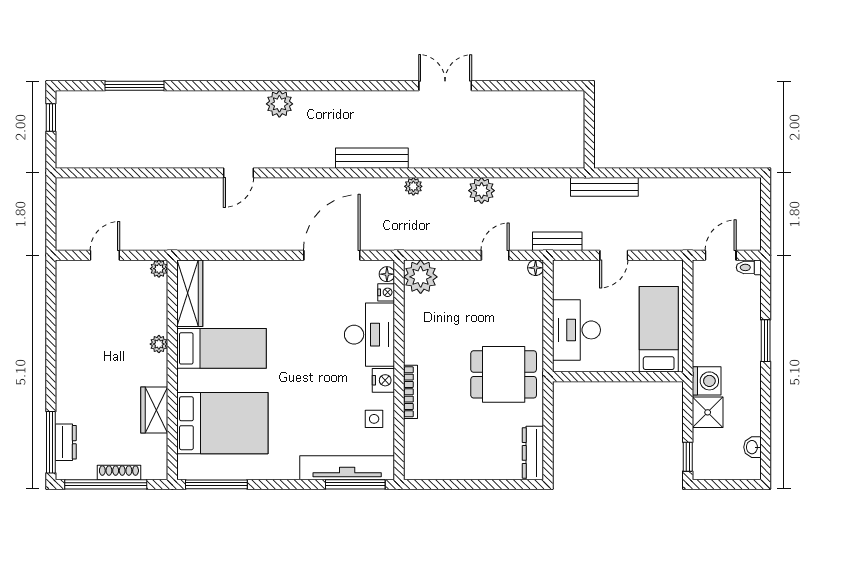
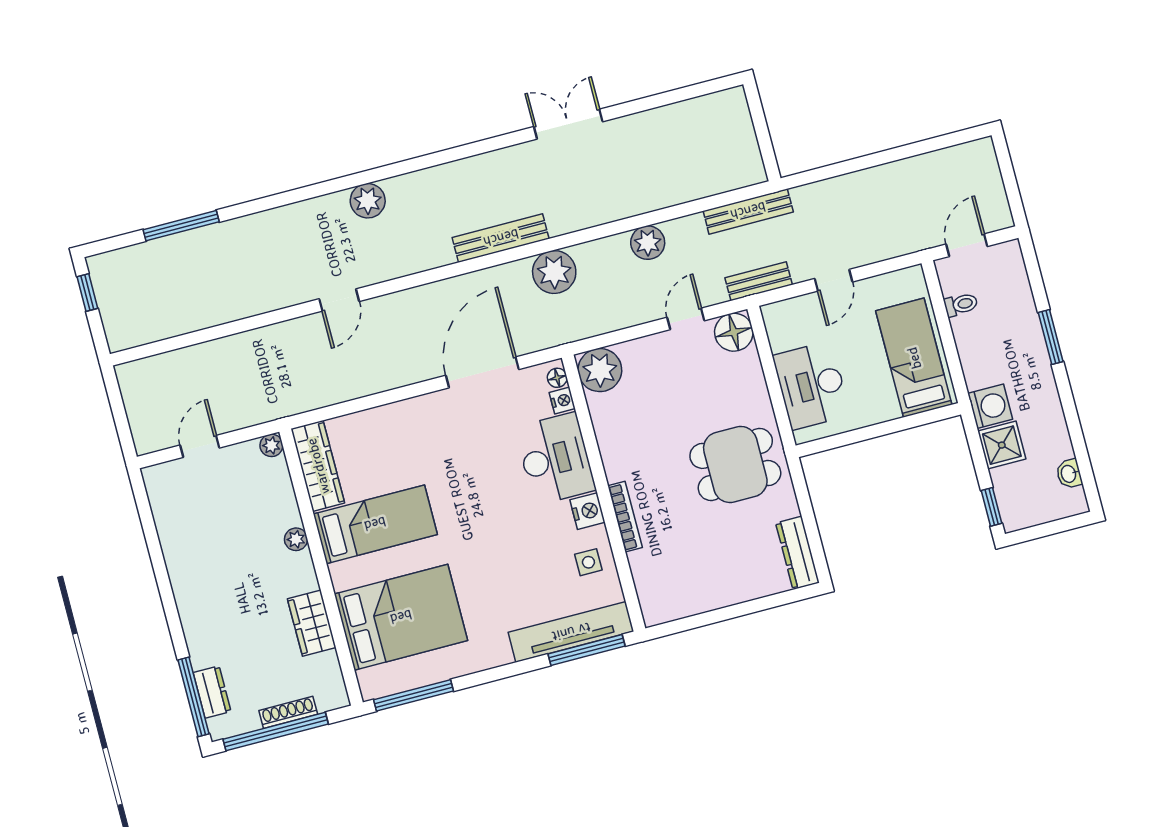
plant: (413, 186) -> (554, 272), width x1.88, depth x1.88
bench: (604, 187) -> (748, 211), moved
toilet: (749, 267) -> (961, 304), moved, turned 180
floor lamp: (536, 268) -> (734, 332), width x1.89, depth x1.89

